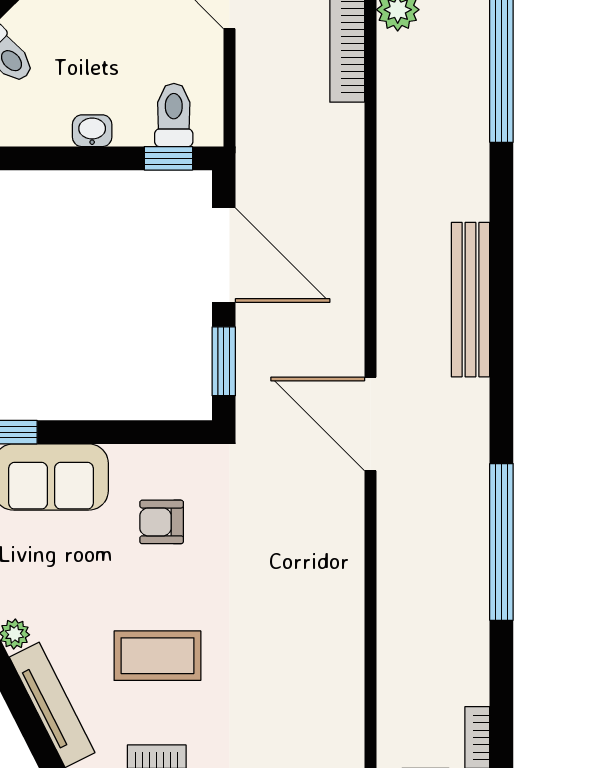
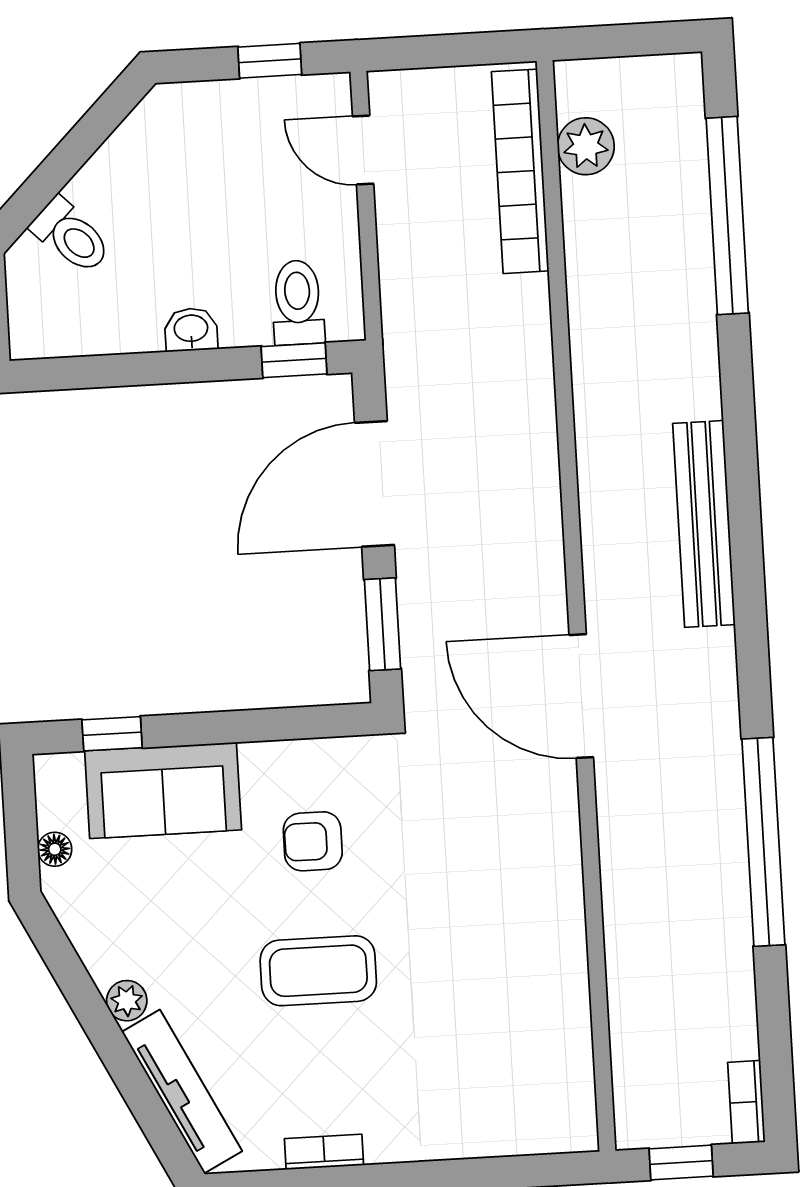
door: (224, 255) -> (374, 484), swing flipped
coffee table: (157, 656) -> (318, 971), moved

